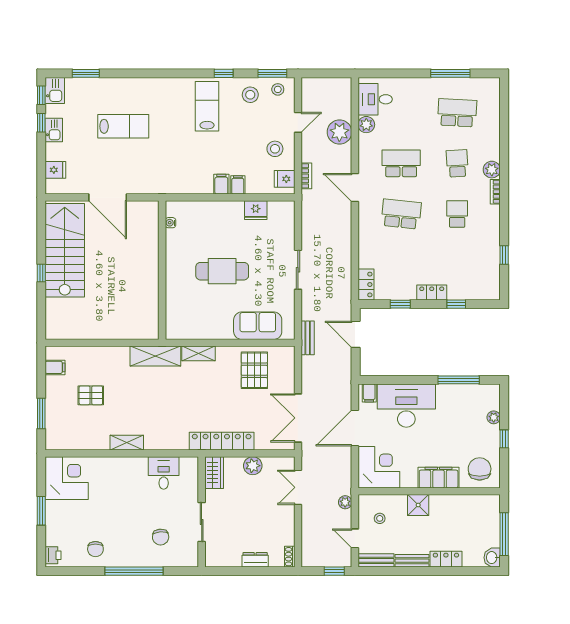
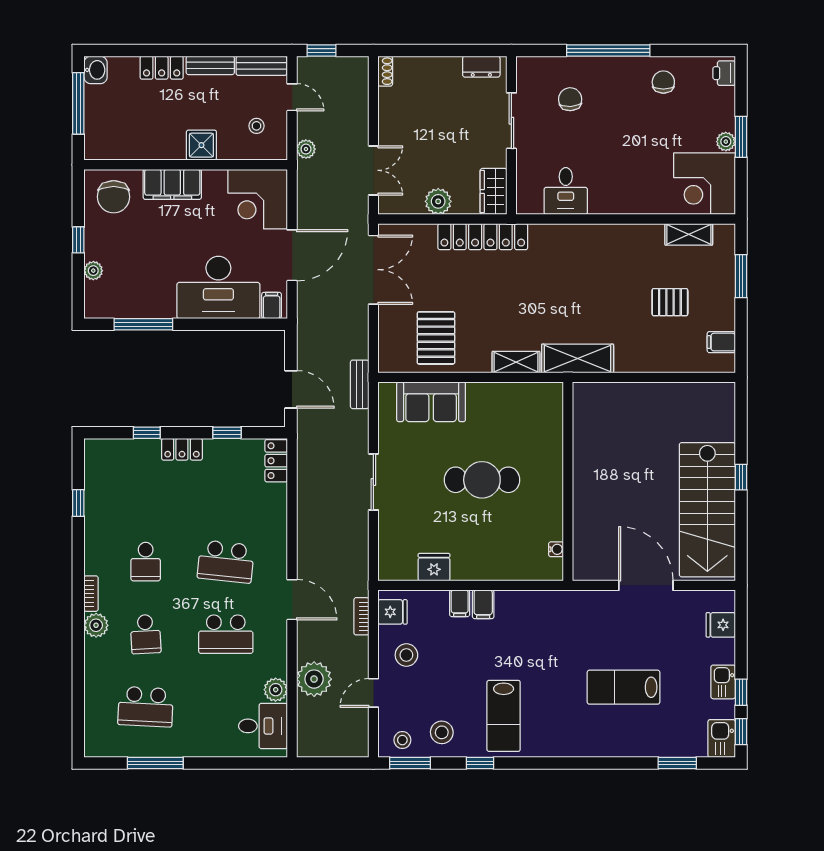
shelving: (127, 443) -> (689, 234), moved
plant: (52, 507) -> (726, 142), added
dresser: (255, 560) -> (481, 67), moved

